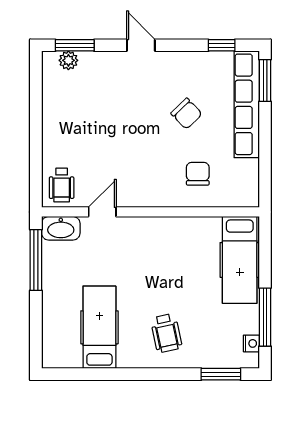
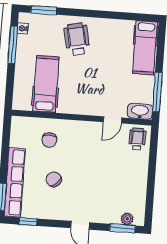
hospital bed: (240, 260) -> (46, 84), moved
hospital bed: (99, 327) -> (145, 48), moved
wheelchair: (166, 333) -> (77, 39), width x1.36, depth x1.37

